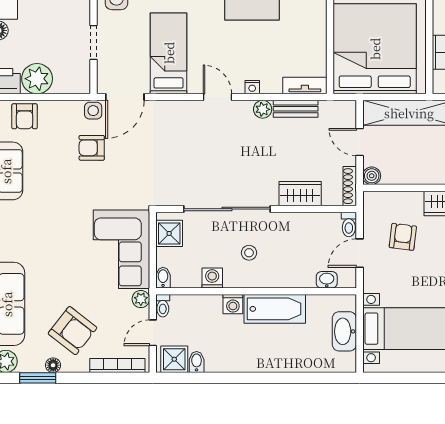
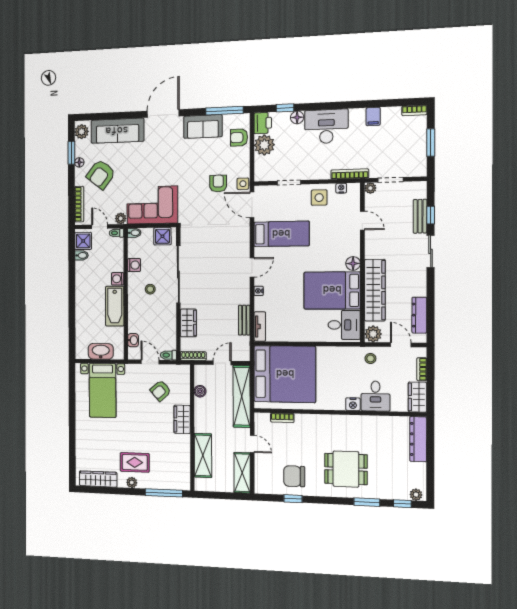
plant: (263, 109) -> (244, 298), removed
boiler: (372, 176) -> (200, 391), moved
armchair: (403, 237) -> (161, 391), turned 132

